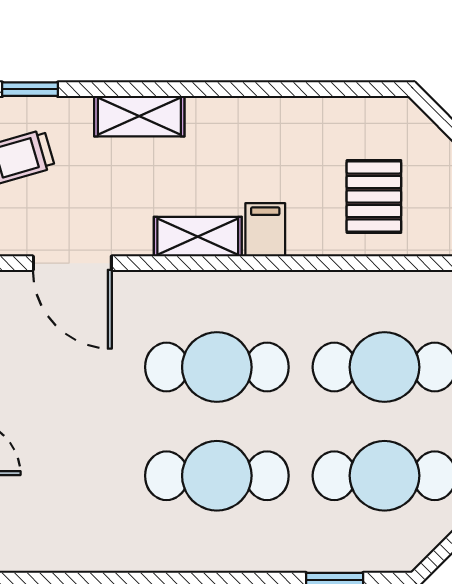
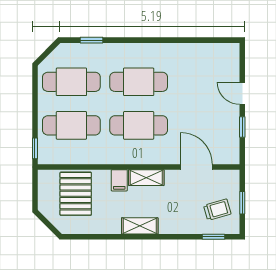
shelving: (139, 116) -> (140, 226), moved
pallet: (374, 196) -> (76, 194), width x1.50, depth x1.42

